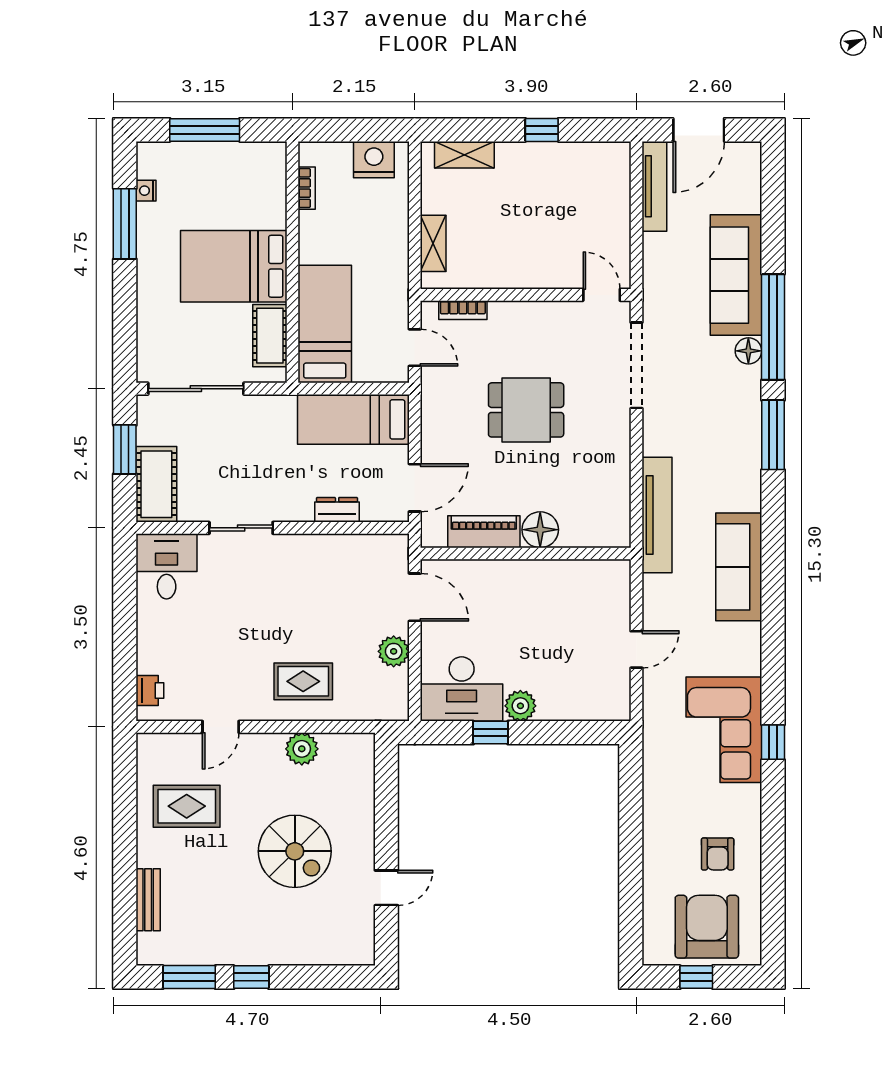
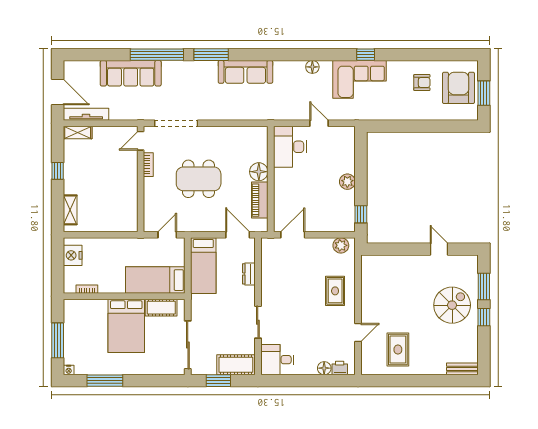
nightstand: (146, 191) -> (69, 370), moved
shelving: (433, 243) -> (78, 133), moved
bookcase: (463, 310) -> (148, 165), moved
floor lamp: (748, 351) -> (312, 67), moved
dining table: (526, 410) -> (199, 179), width x1.37
tv unit: (657, 515) -> (251, 113), removed
sofa: (739, 567) -> (245, 72), moved
plant: (394, 651) -> (341, 245), moved
floor lamp: (150, 660) -> (324, 368), added
desk: (462, 689) -> (290, 147), moved, turned 180
door: (221, 727) -> (358, 332), hinge flipped
window: (491, 733) -> (361, 214), moved
plant: (302, 749) -> (369, 292), removed
spiral stairs: (295, 851) -> (452, 305), moved
bench: (148, 900) -> (462, 369), moved
armchair: (707, 927) -> (458, 88), turned 90
window: (189, 977) -> (484, 287), moved
window: (696, 977) -> (484, 93), width x1.50

